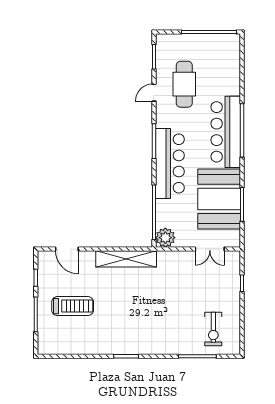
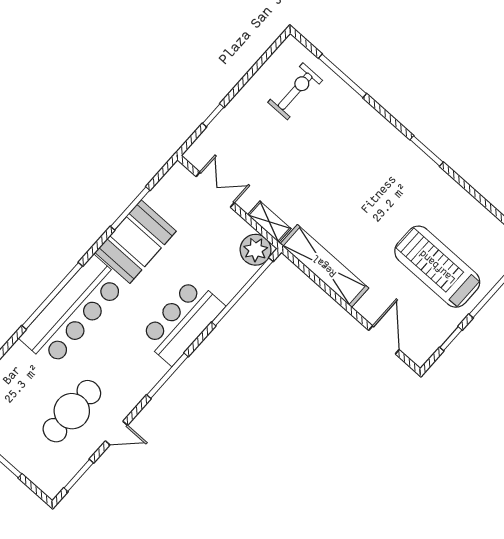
bar counter: (170, 163) -> (182, 321), width x0.73
booth: (219, 199) -> (136, 242), width x0.73, depth x0.70
shelving: (171, 257) -> (269, 222), added
treadmill: (73, 306) -> (437, 267), width x1.37, depth x1.38

